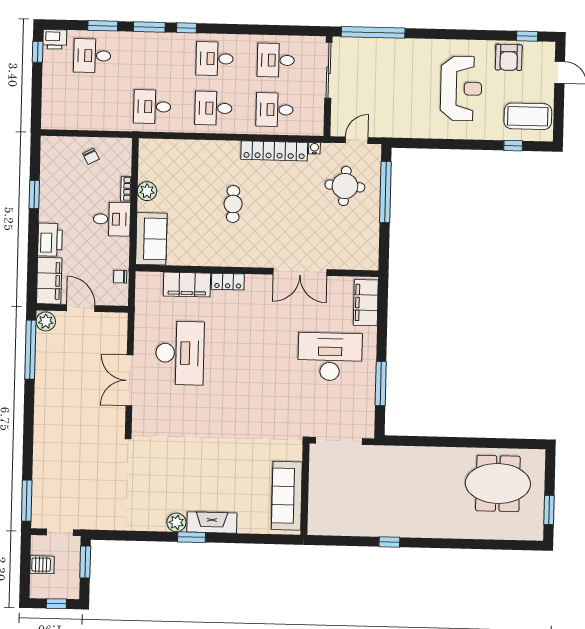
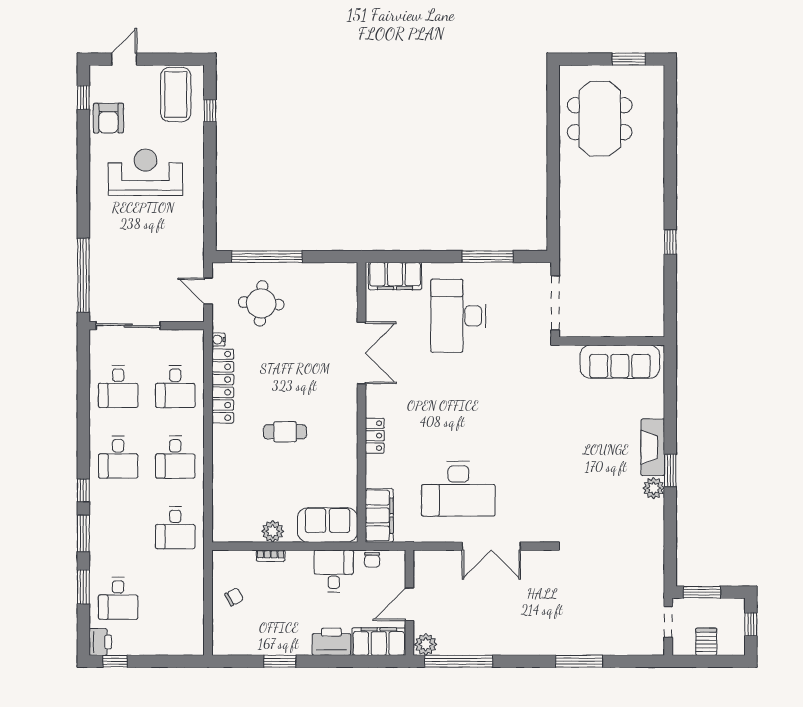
armchair: (509, 57) -> (108, 118), turned 90
desk: (112, 219) -> (334, 571), moved
filing cabinet: (187, 285) -> (379, 515), moved
desk: (180, 353) -> (458, 489), turned 180
window: (27, 501) -> (579, 661), moved

